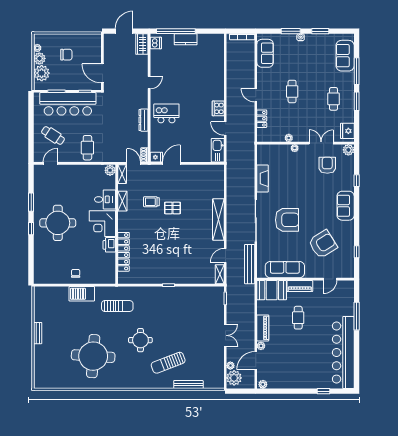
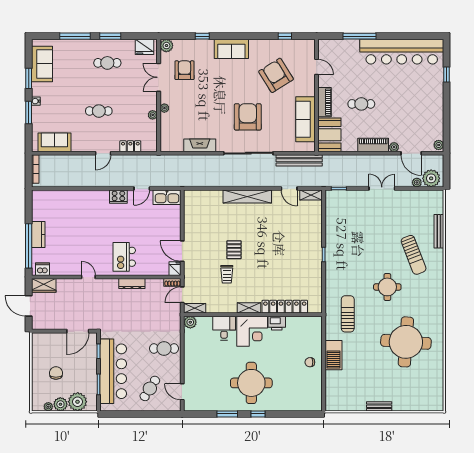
sofa: (345, 56) -> (42, 64), moved, turned -90
armchair: (327, 165) -> (184, 70), turned 90
shelving: (122, 201) -> (249, 308), moved

